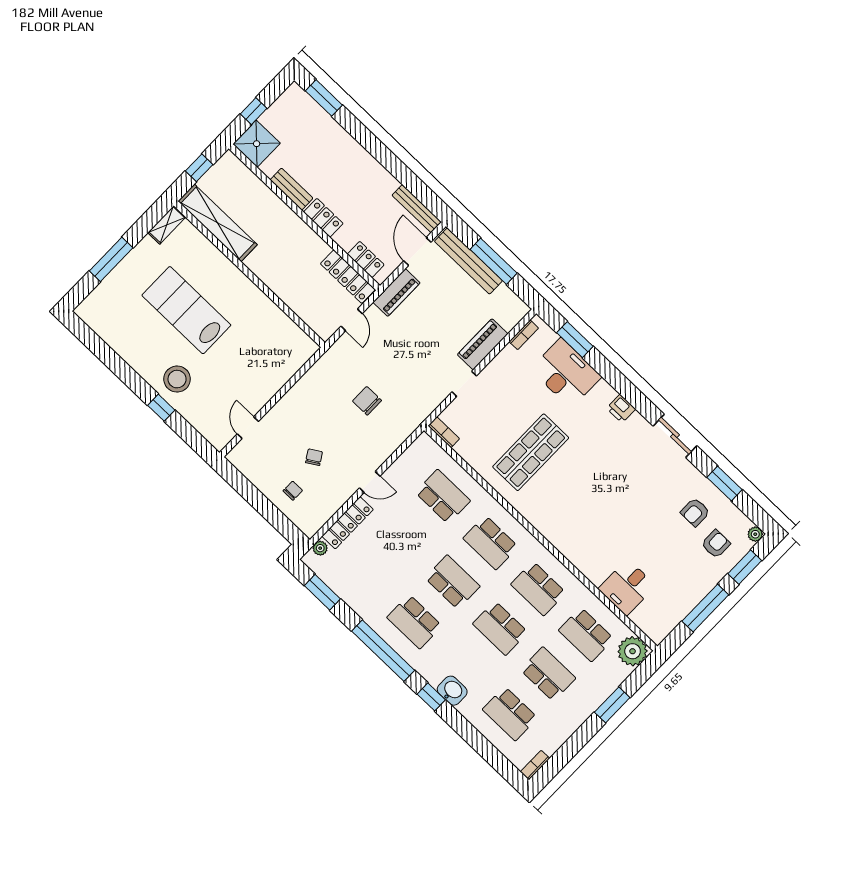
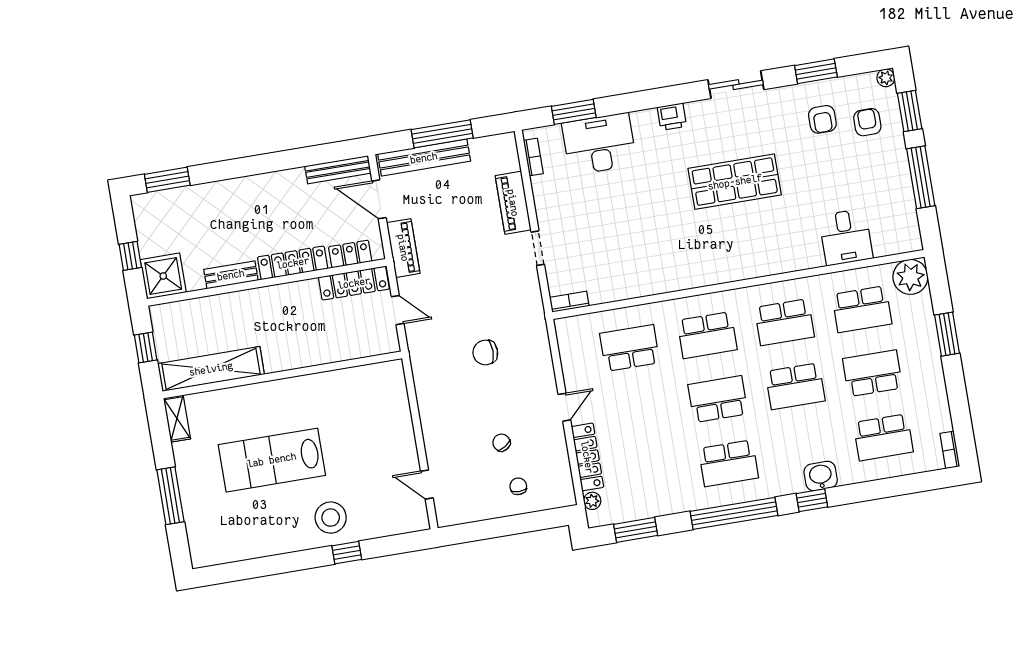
locker: (323, 218) -> (293, 263), width x1.53
shop shelf: (531, 452) -> (735, 182), moved, turned 90

